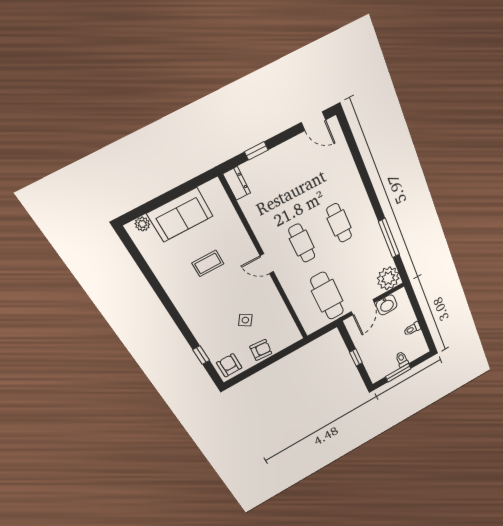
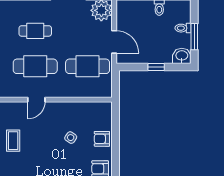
cafe table: (302, 243) -> (35, 66), width x1.37, depth x1.35
washbasin: (387, 305) -> (182, 56), moved, turned -90
armchair: (261, 350) -> (102, 139), turned -95

